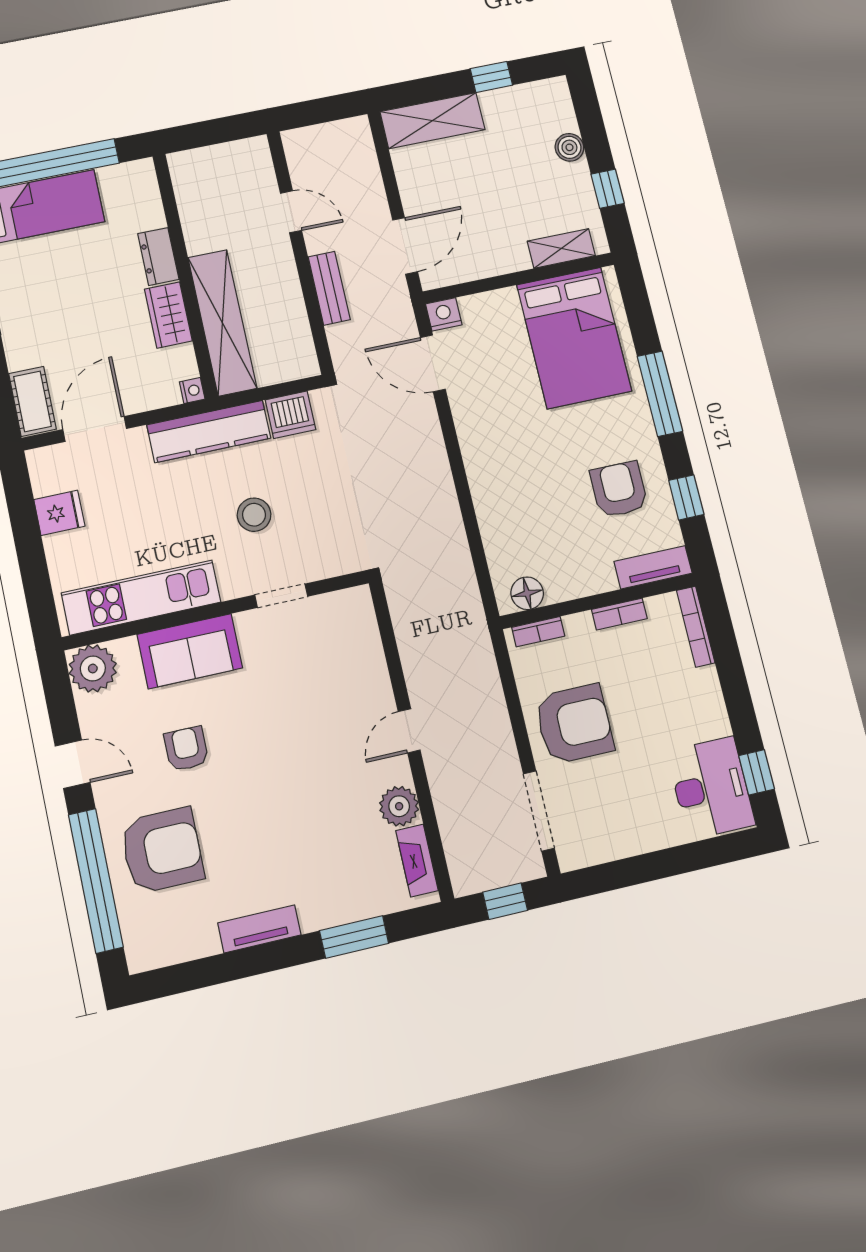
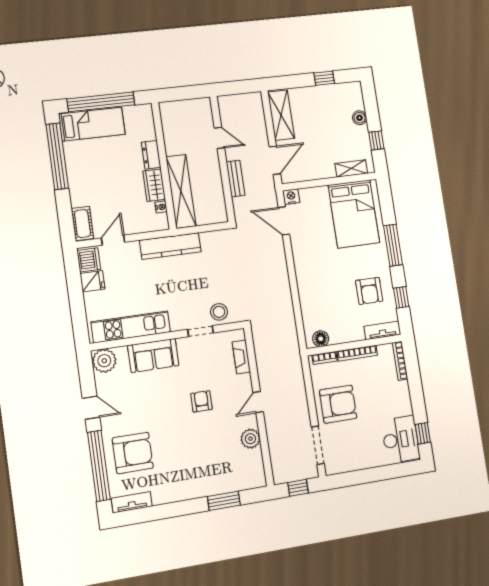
shelving: (432, 121) -> (281, 115), moved, turned 90
nightstand: (192, 391) -> (161, 207), moved
dishwasher: (290, 415) -> (89, 260), moved, turned -90
door: (95, 429) -> (113, 240), width x0.73
armchair: (619, 489) -> (369, 291), turned 180
stool: (254, 515) -> (219, 312), moved
bookcase: (619, 614) -> (357, 353), width x1.56
armchair: (186, 749) -> (201, 401), moved
fireplace: (417, 861) -> (241, 357), moved
tv unit: (259, 929) -> (132, 502), moved

